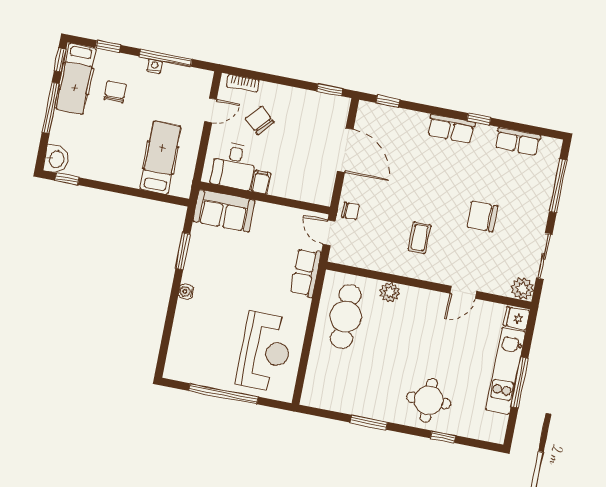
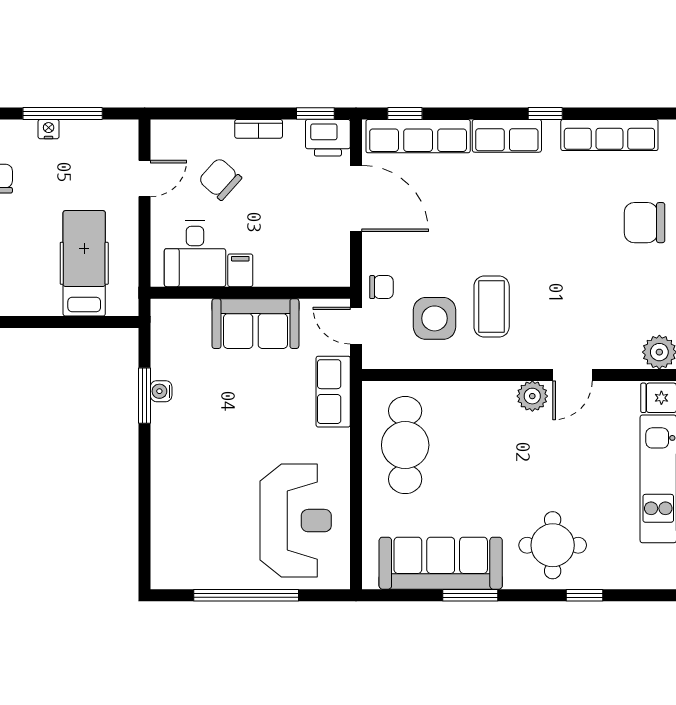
bookcase: (243, 83) -> (259, 129), moved
printer: (335, 107) -> (328, 138), added
row of seats: (393, 118) -> (418, 136), added
row of seats: (518, 141) -> (609, 135), width x1.48
sofa: (224, 211) -> (255, 324), moved
chair: (482, 216) -> (645, 223), moved
side table: (381, 238) -> (435, 318), added
coffee table: (419, 238) -> (492, 307), width x1.36, depth x1.30
water cooler: (186, 292) -> (161, 391), moved
plant: (390, 292) -> (532, 396), moved
sofa: (354, 398) -> (441, 563), added

